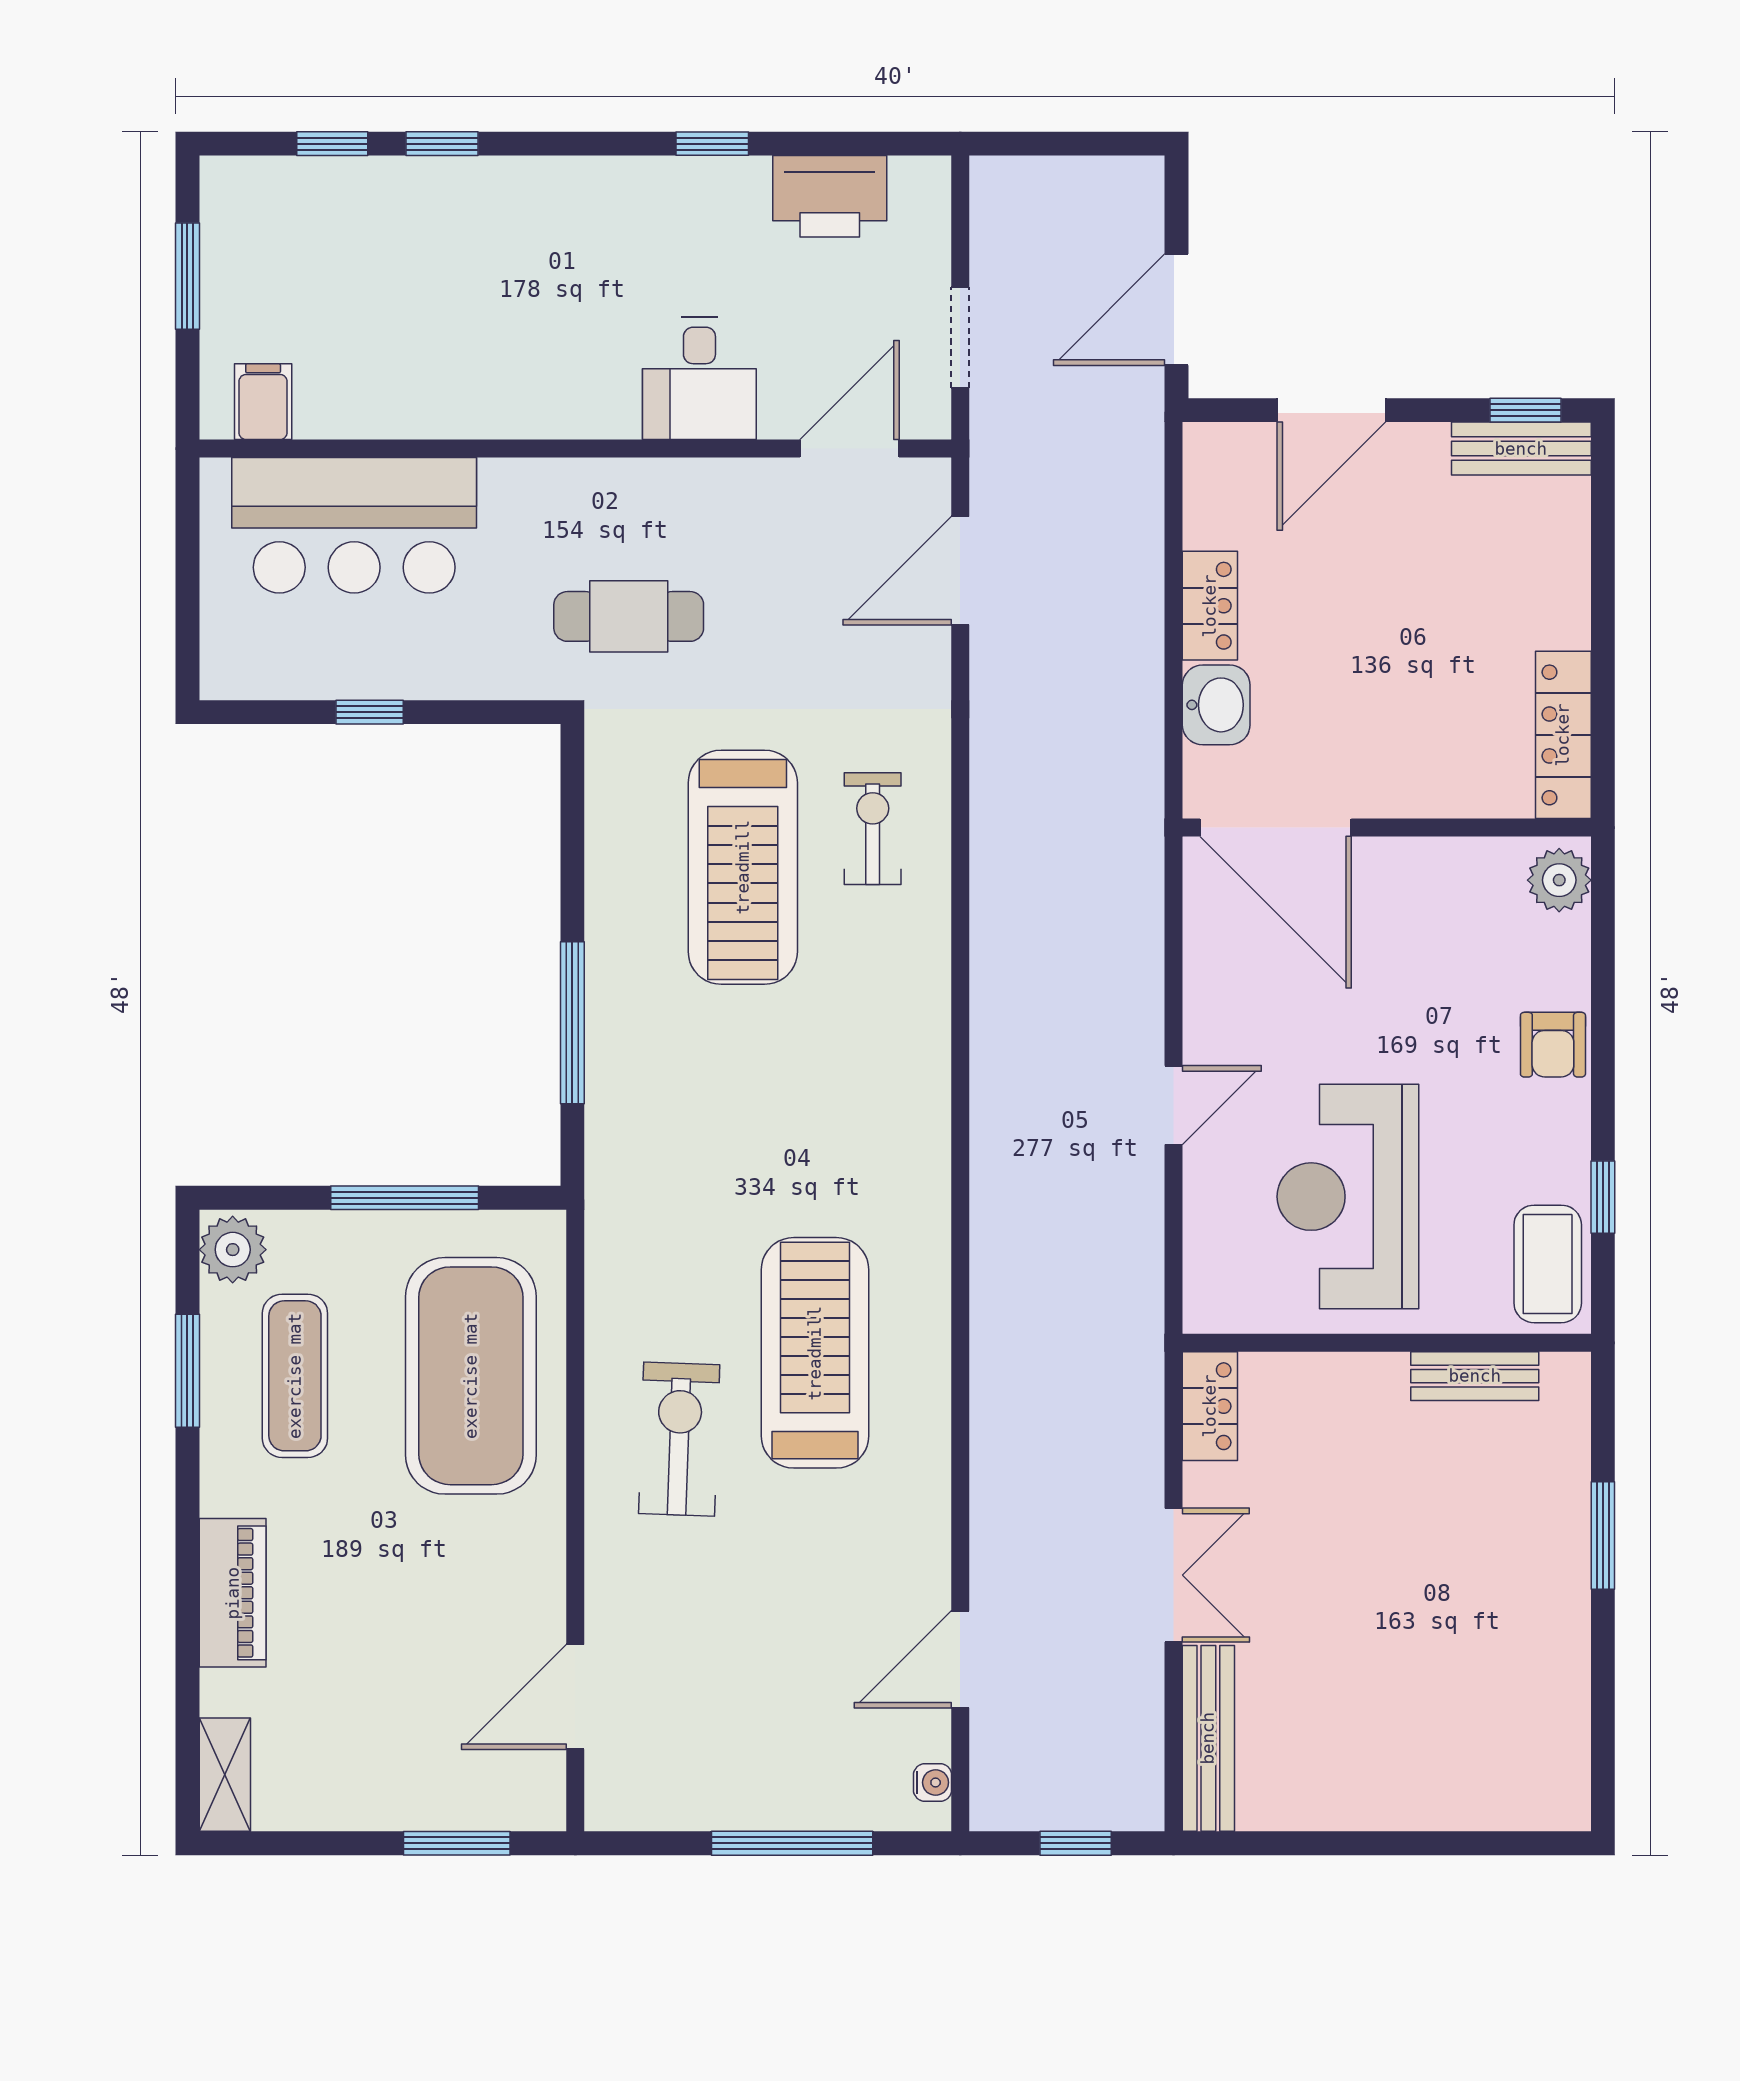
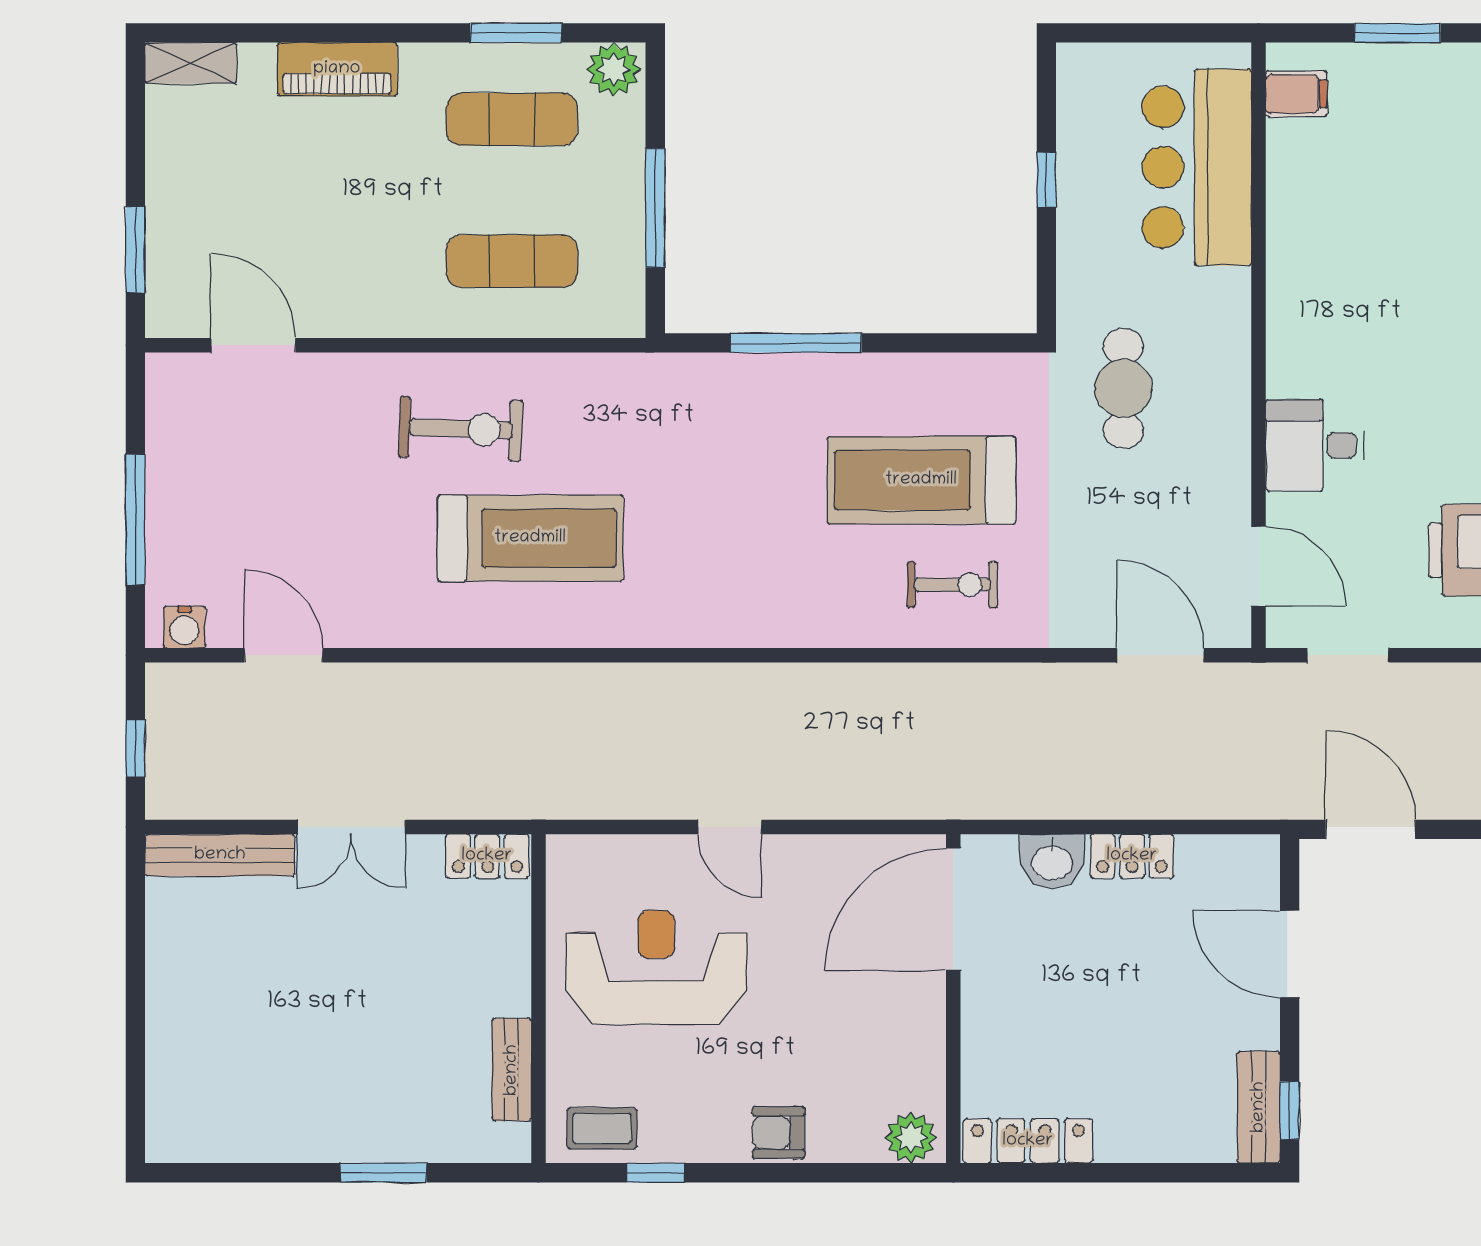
coffee table: (1548, 1264) -> (602, 1128), width x0.73, depth x0.77
exercise mat: (471, 1376) -> (512, 261), width x0.50, depth x0.69
water cooler: (933, 1782) -> (184, 627), width x1.38, depth x1.38

